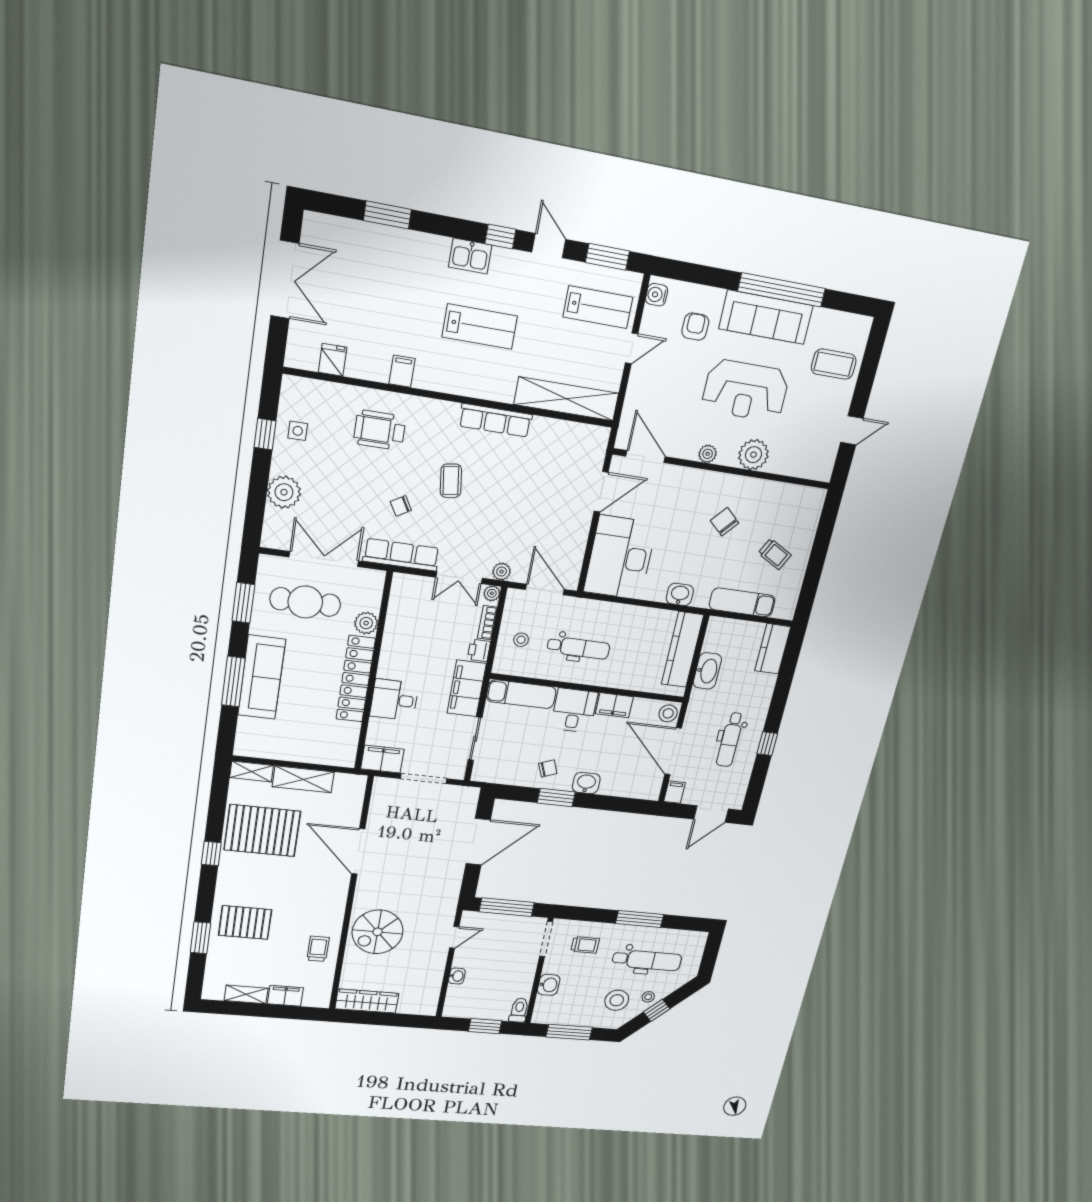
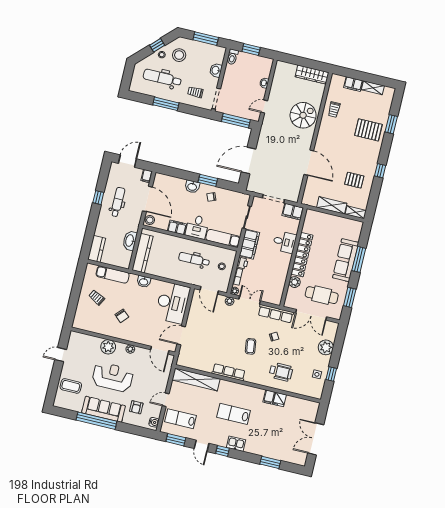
fridge: (333, 360) -> (280, 399), moved
pallet: (262, 831) -> (354, 180), width x0.49, depth x0.50

